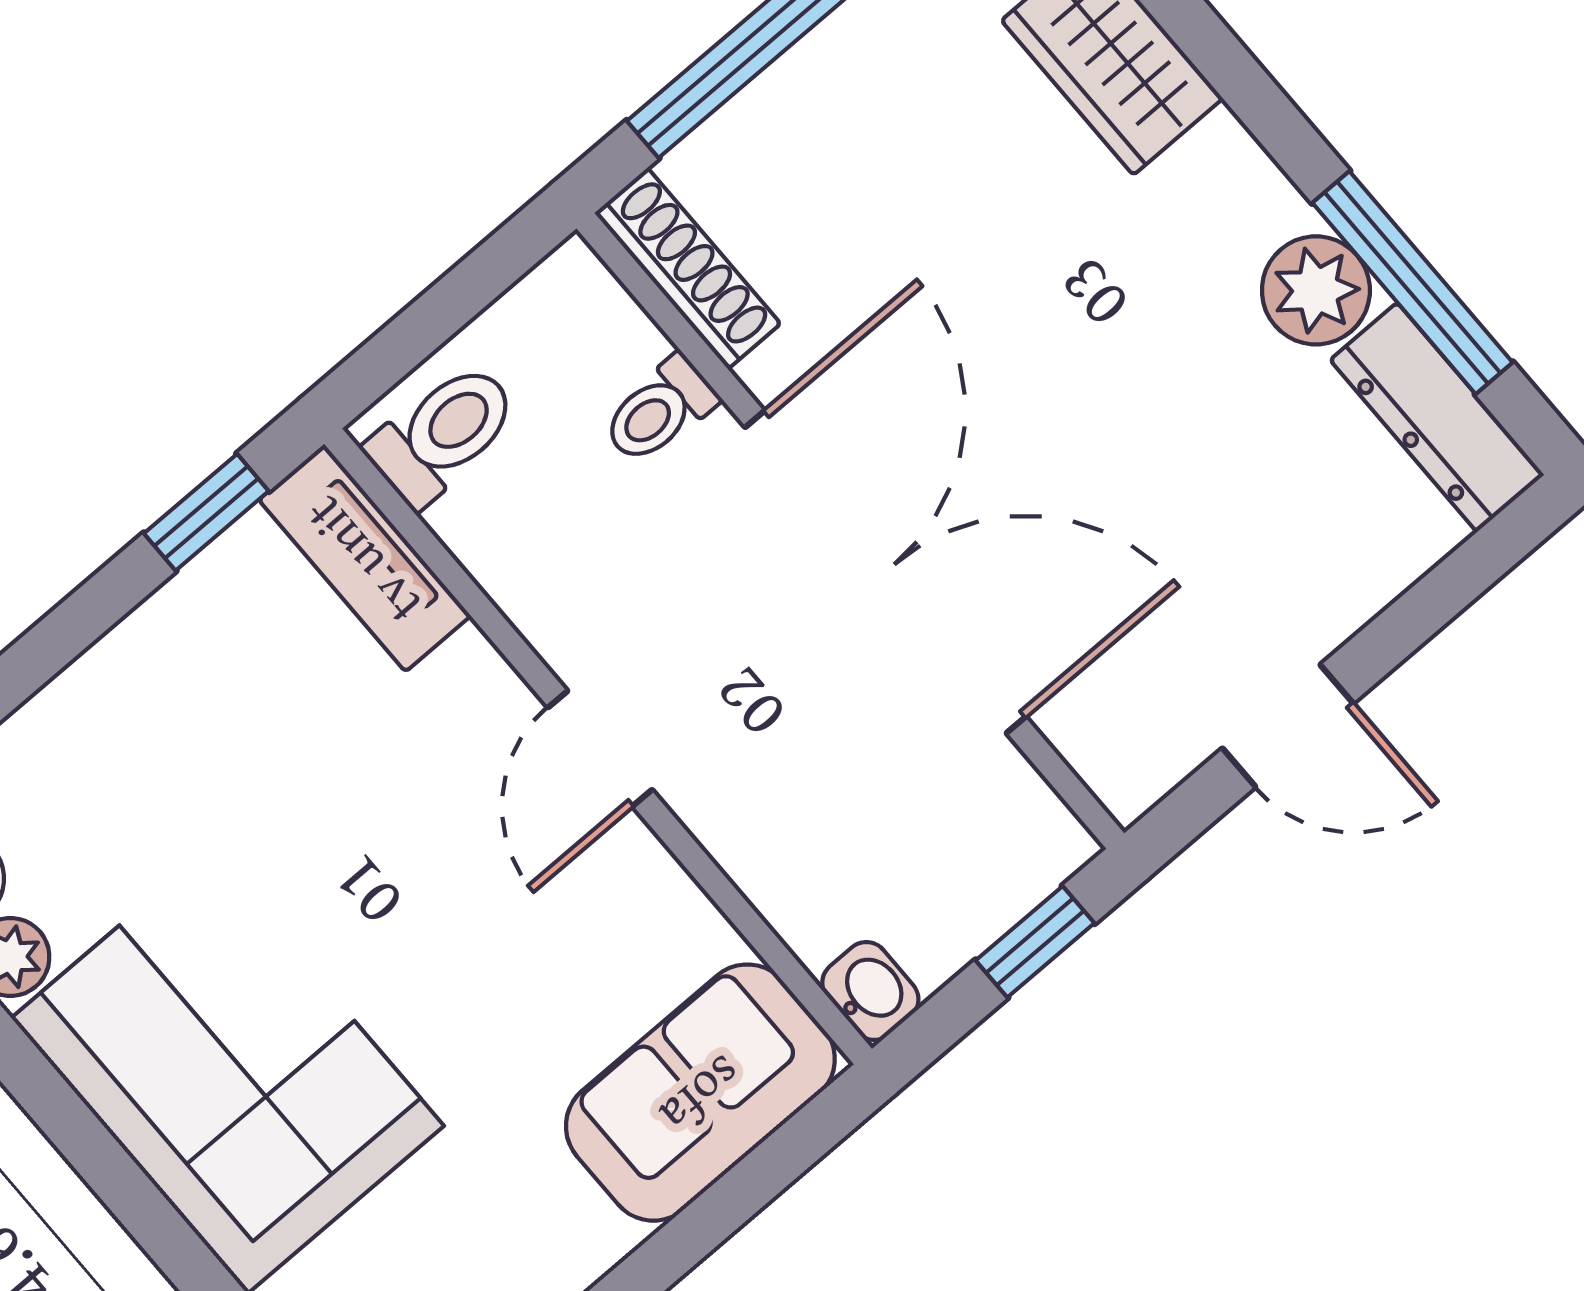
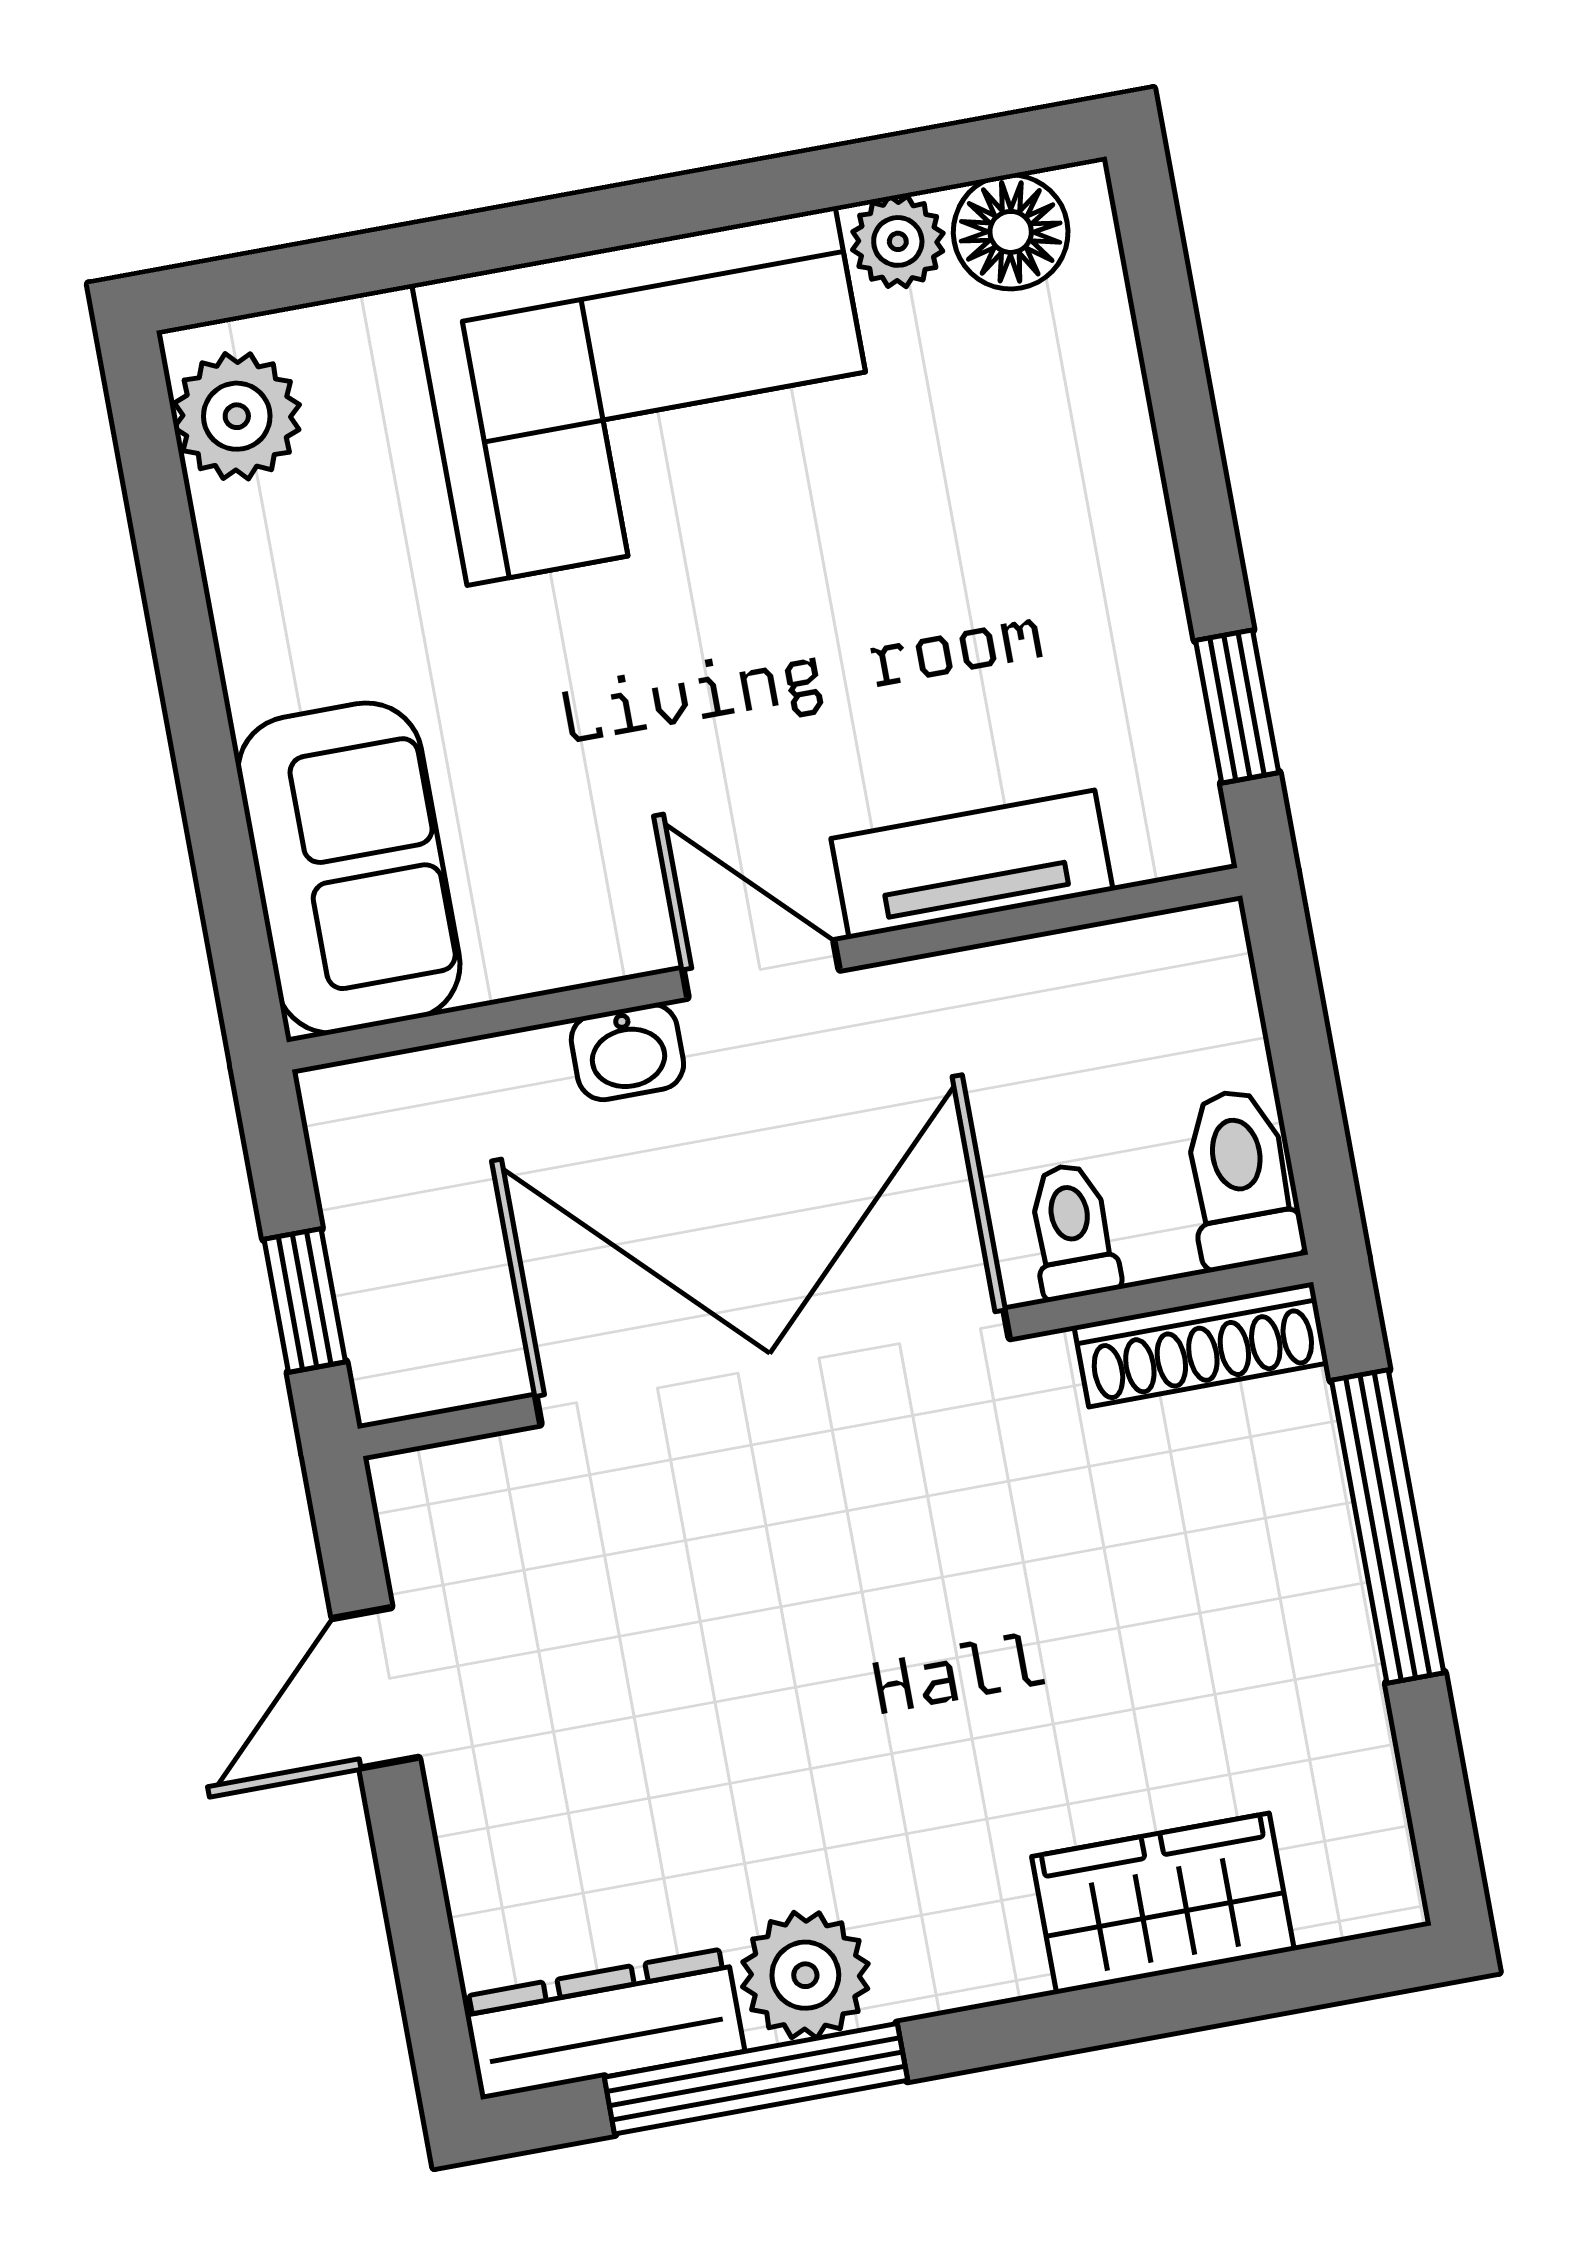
toilet: (443, 434) -> (1241, 1179), moved, turned 180
tv unit: (365, 558) -> (972, 865), moved
double door: (886, 572) -> (772, 1367), swing flipped
washbasin: (870, 991) -> (627, 1052), moved

